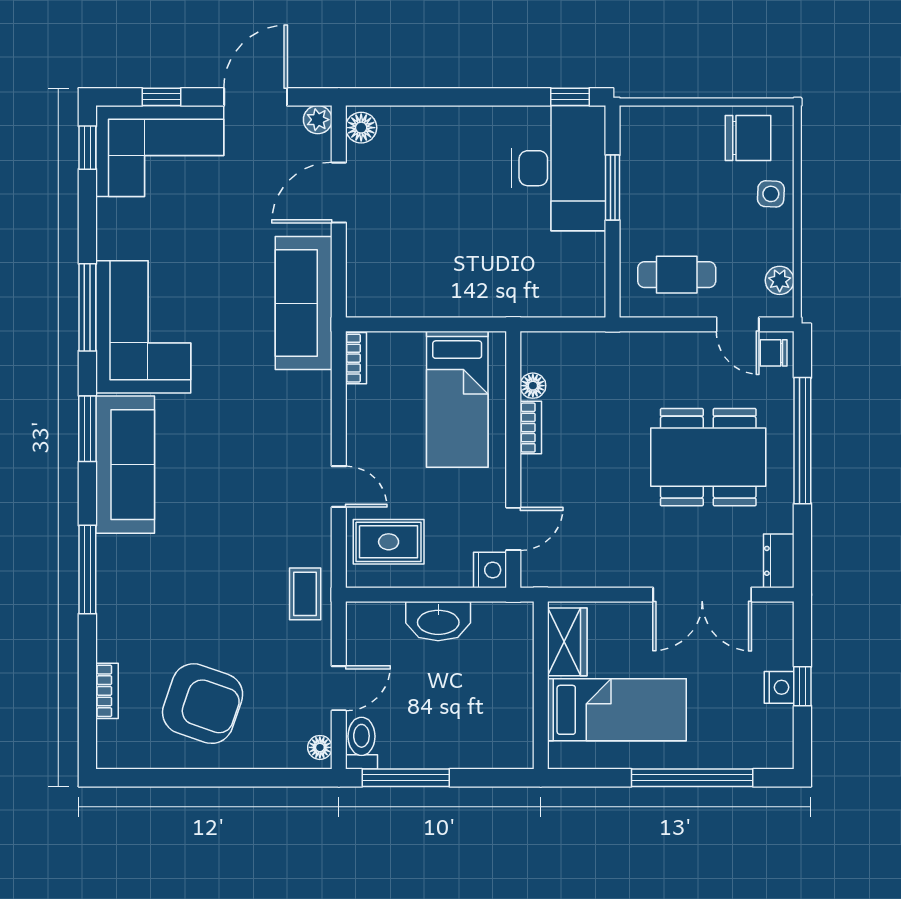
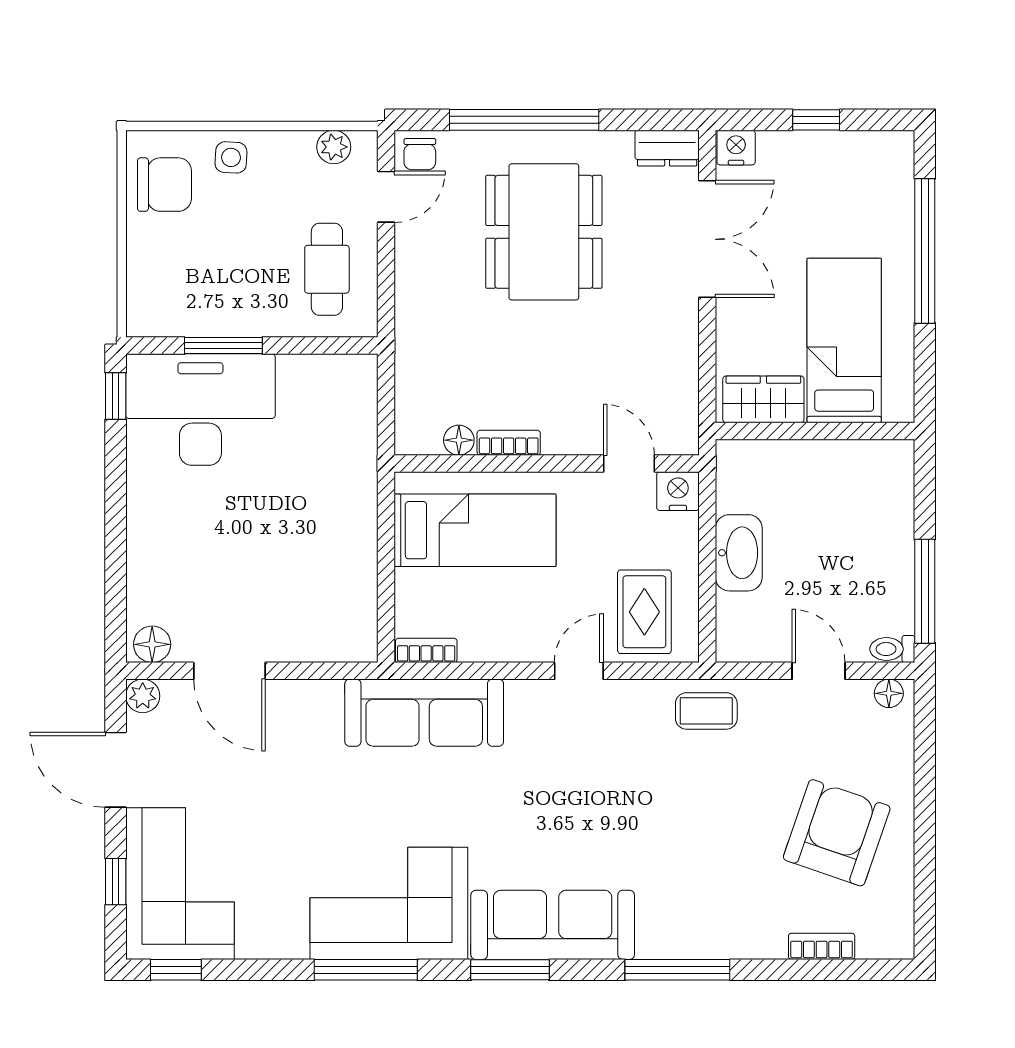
chair: (748, 138) -> (164, 185), turned 90
sofa: (304, 303) -> (424, 713), moved
nightstand: (779, 687) -> (736, 148), moved
toilet: (361, 743) -> (892, 649), width x0.73, depth x0.72

